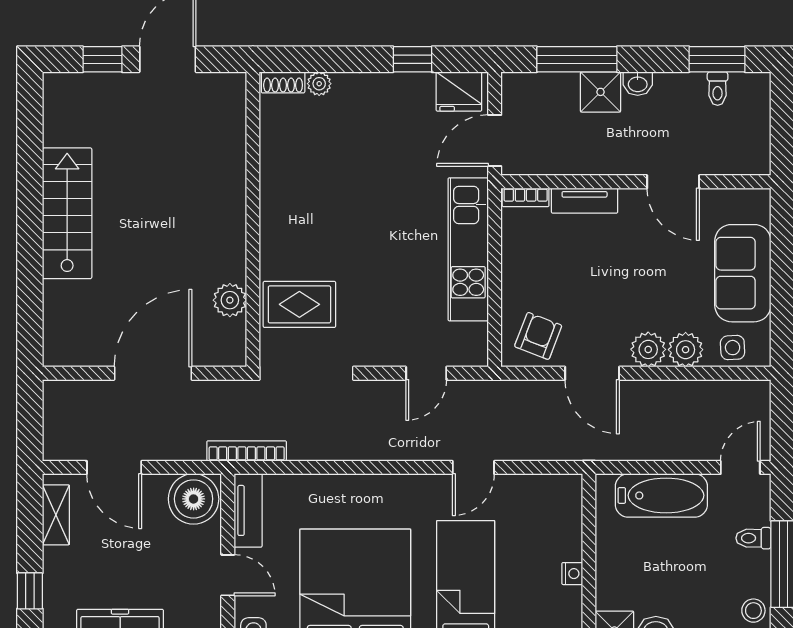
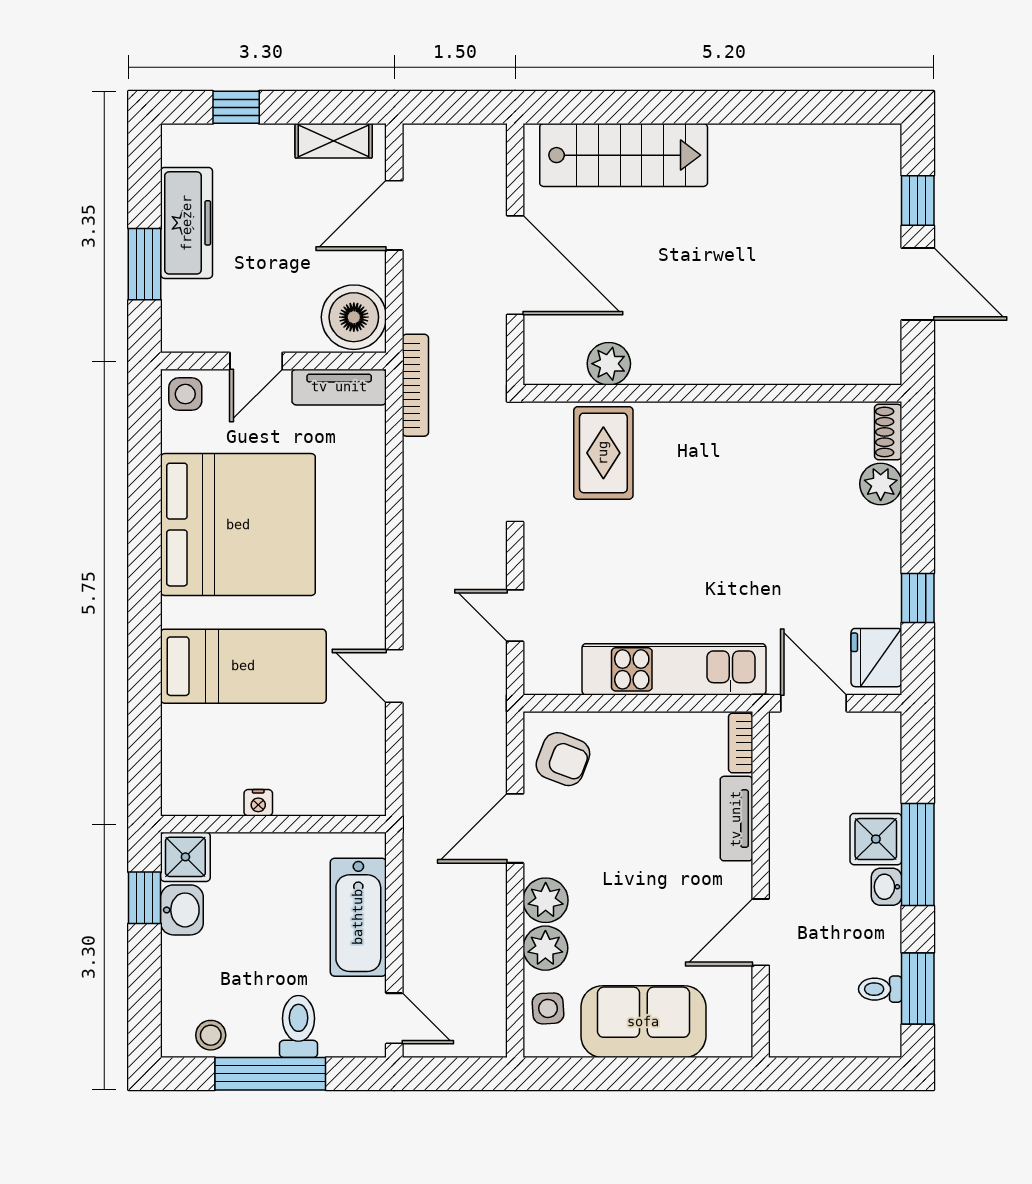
window: (577, 59) -> (918, 855), moved
plant: (319, 84) -> (881, 484), width x1.38, depth x1.38
stairs: (67, 213) -> (624, 155), moved
toilet: (753, 538) -> (298, 1027), width x1.37, depth x1.39

